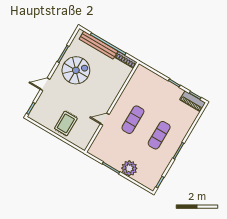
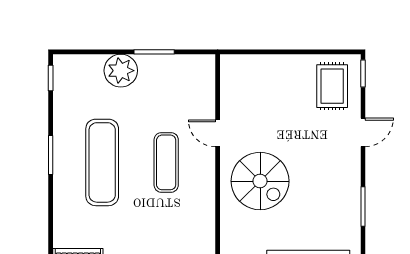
spiral stairs: (76, 70) -> (260, 181), moved, turned -90
door: (105, 119) -> (218, 133), swing flipped
rug: (66, 123) -> (332, 86), moved
exercise mat: (159, 135) -> (102, 162), width x1.36, depth x1.45

